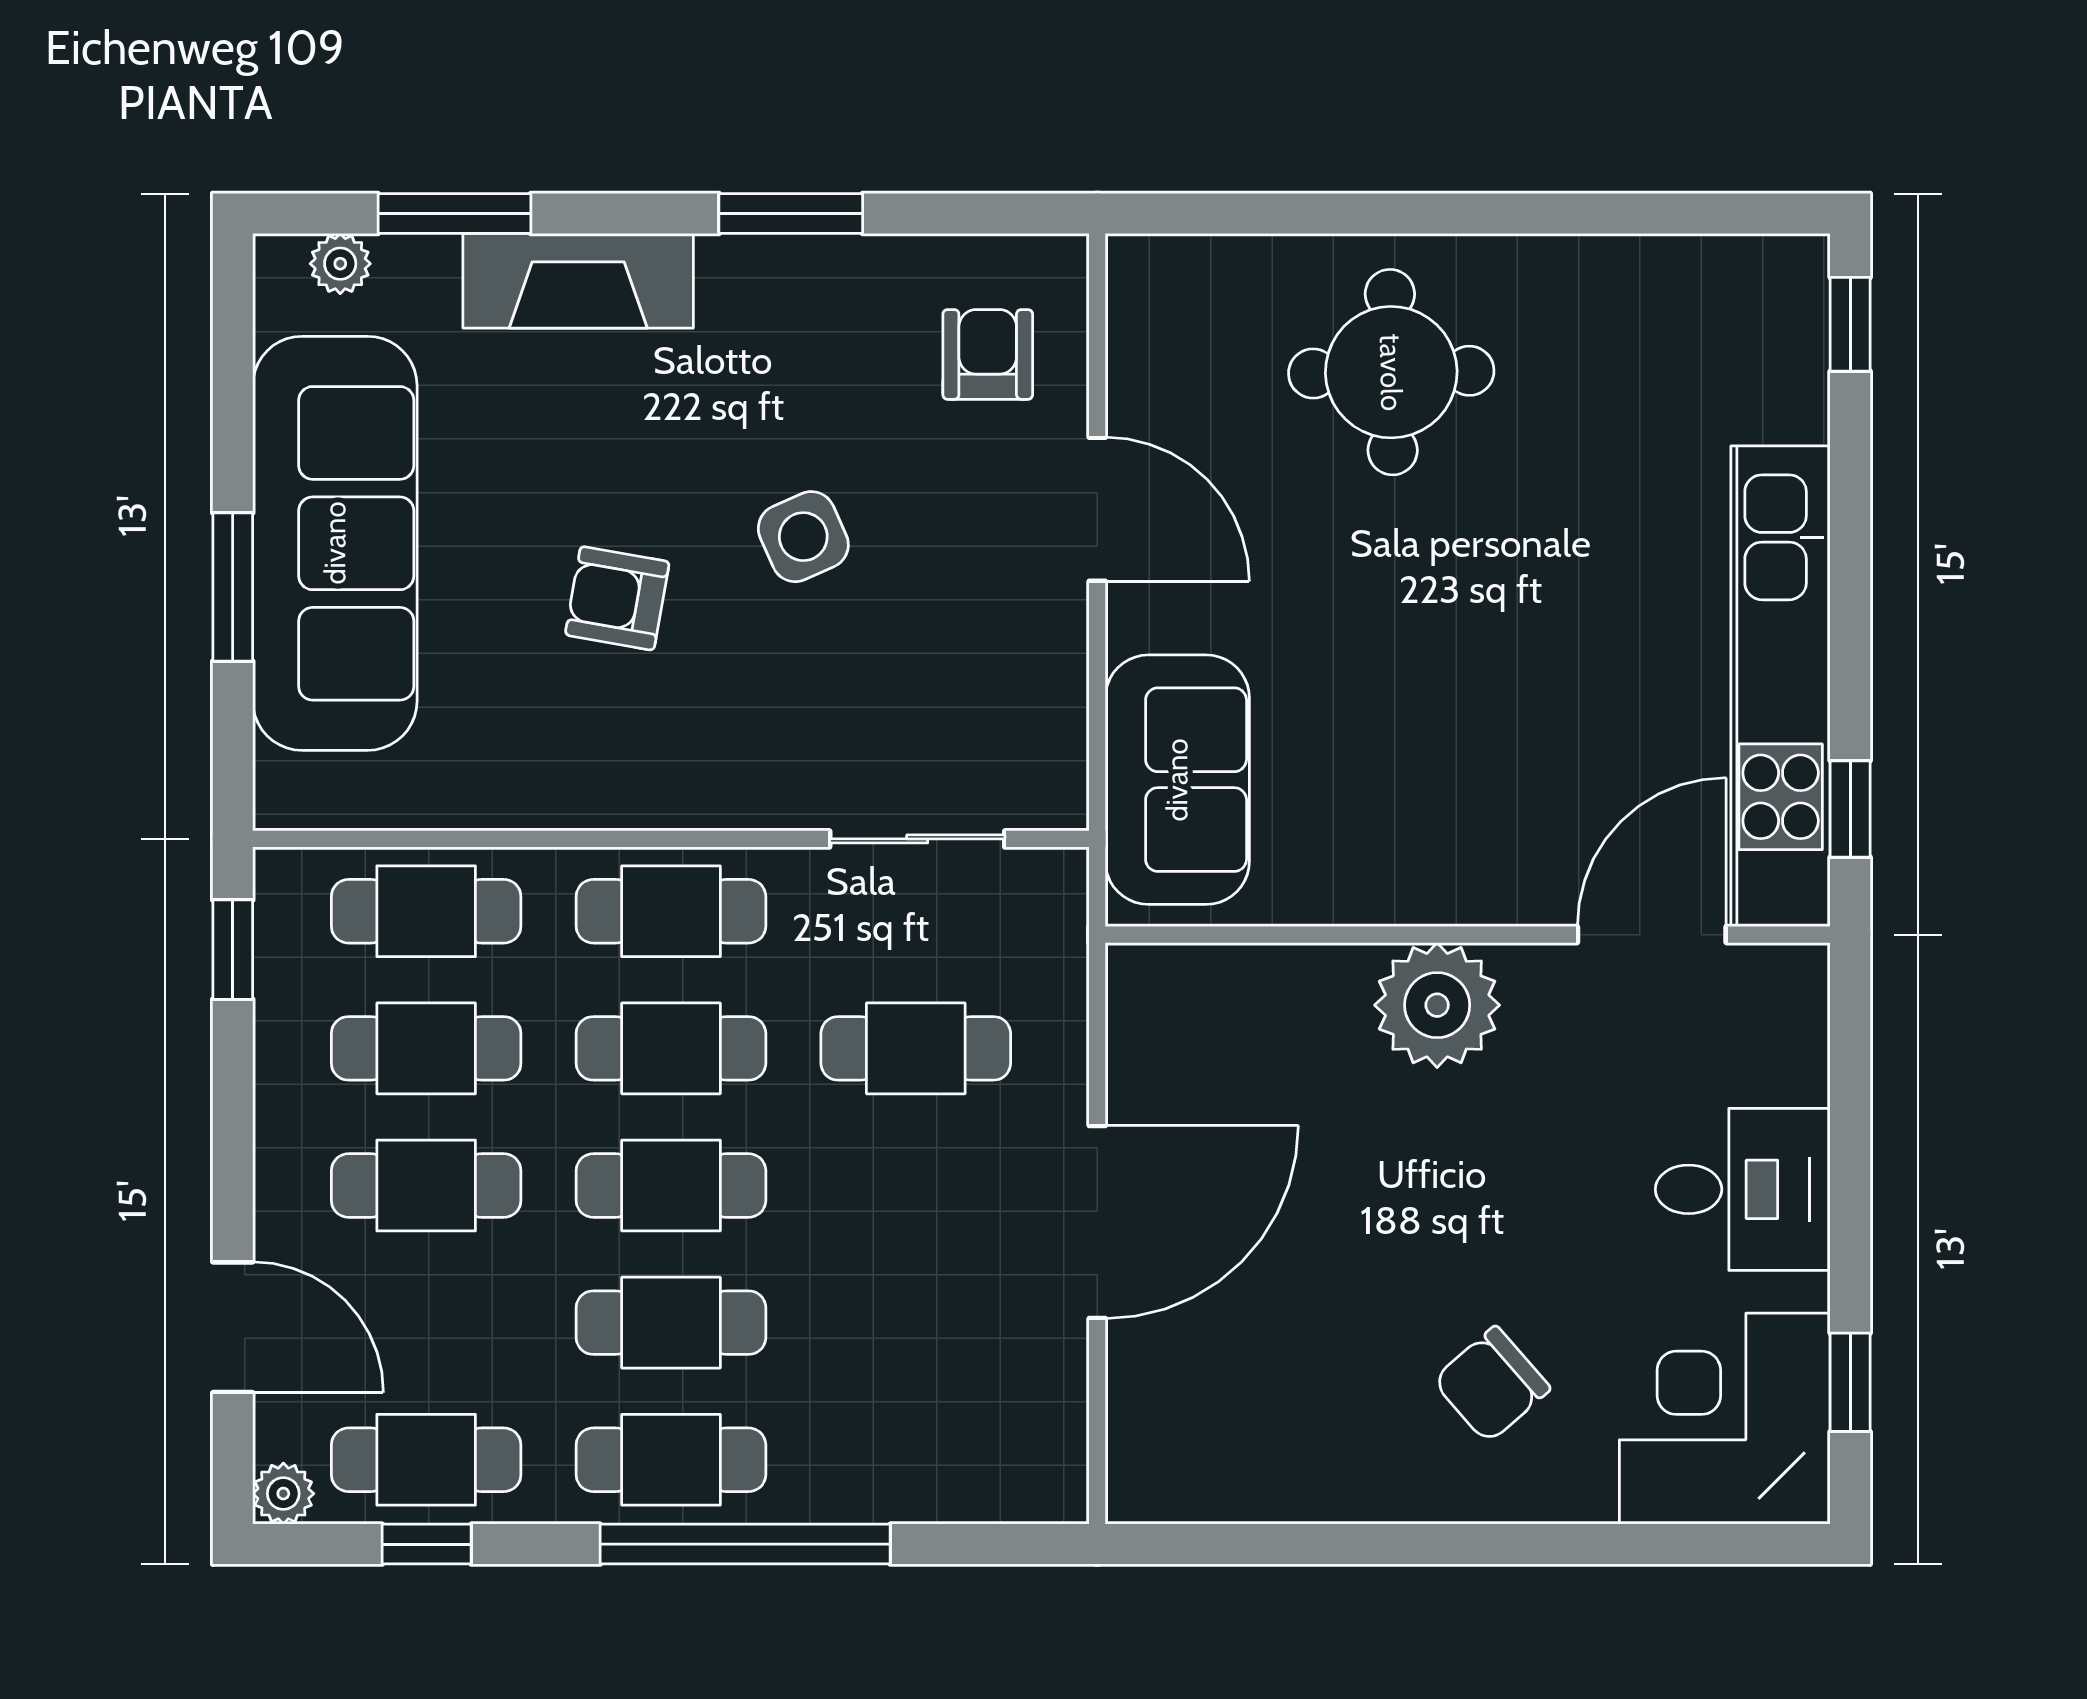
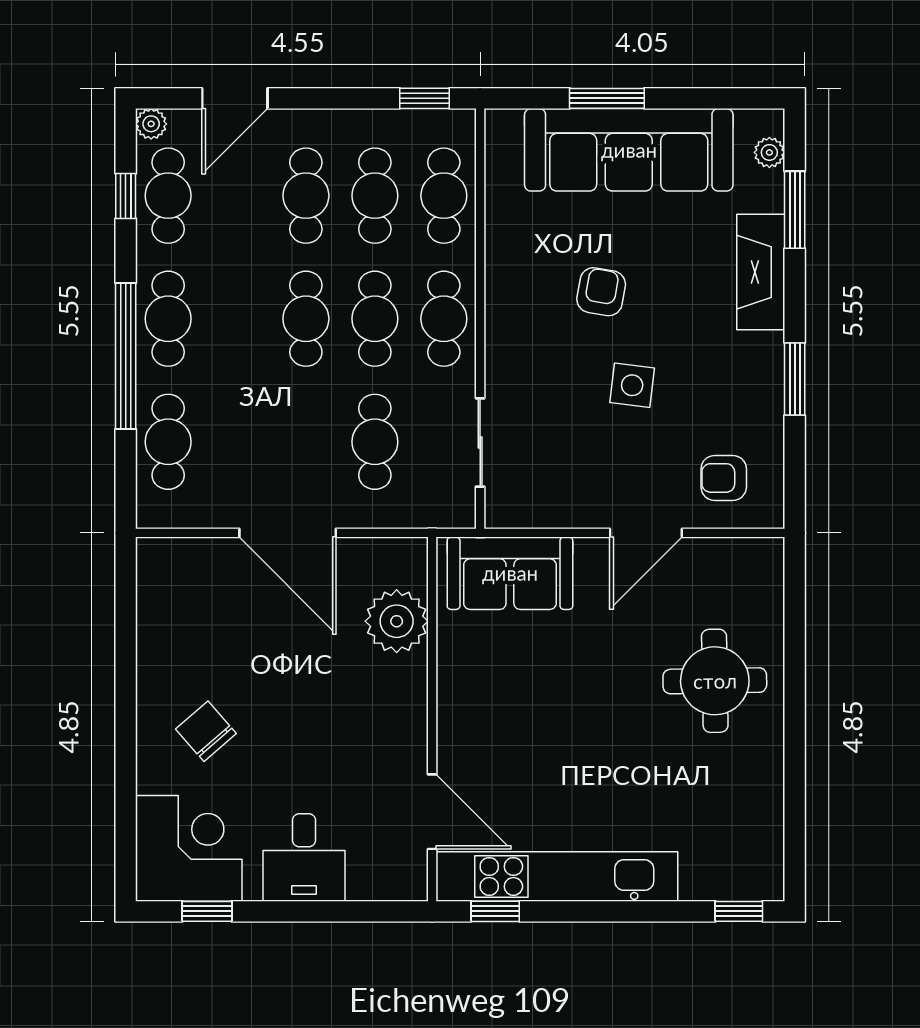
armchair: (988, 354) -> (724, 478), turned 180
side table: (803, 537) -> (632, 385), turned 31
plant: (1437, 1005) -> (397, 621), moved
cafe table: (671, 1323) -> (168, 442), moved

